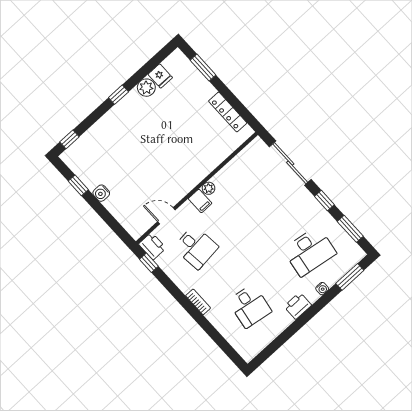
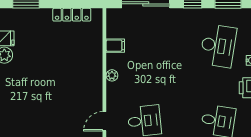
filing cabinet: (200, 201) -> (115, 46), moved

